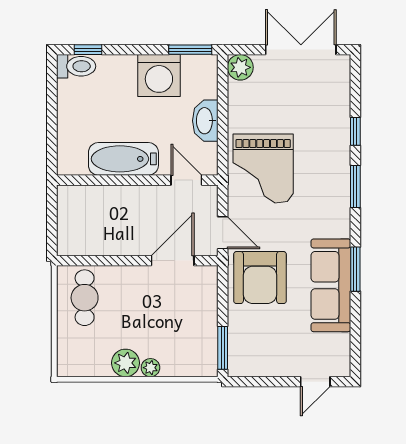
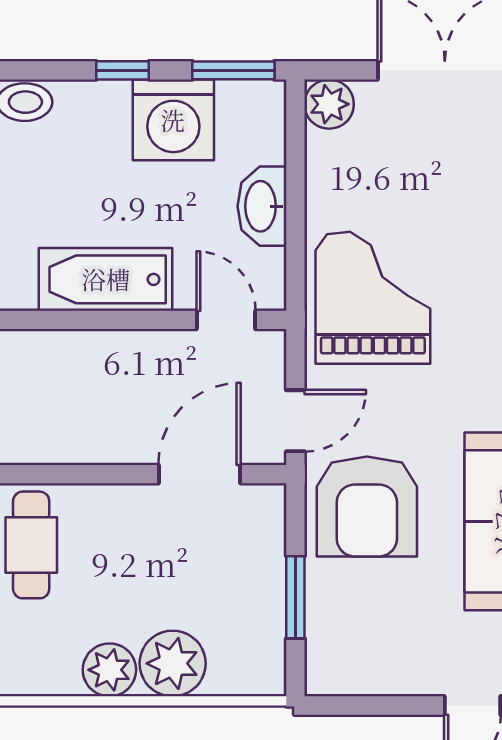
window: (88, 50) -> (123, 70), moved
grand piano: (263, 168) -> (373, 298), turned 180
door: (223, 233) -> (295, 421), hinge flipped
window: (223, 348) -> (295, 597), moved
plant: (150, 368) -> (173, 663), width x1.88, depth x1.88

